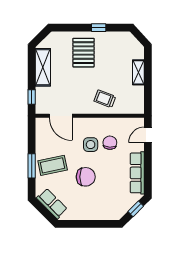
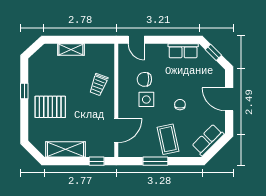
window: (32, 166) -> (155, 161), moved
row of seats: (137, 173) -> (183, 51), width x0.68
chair: (86, 177) -> (180, 105), width x0.54, depth x0.54
door: (91, 224) -> (229, 99), added

